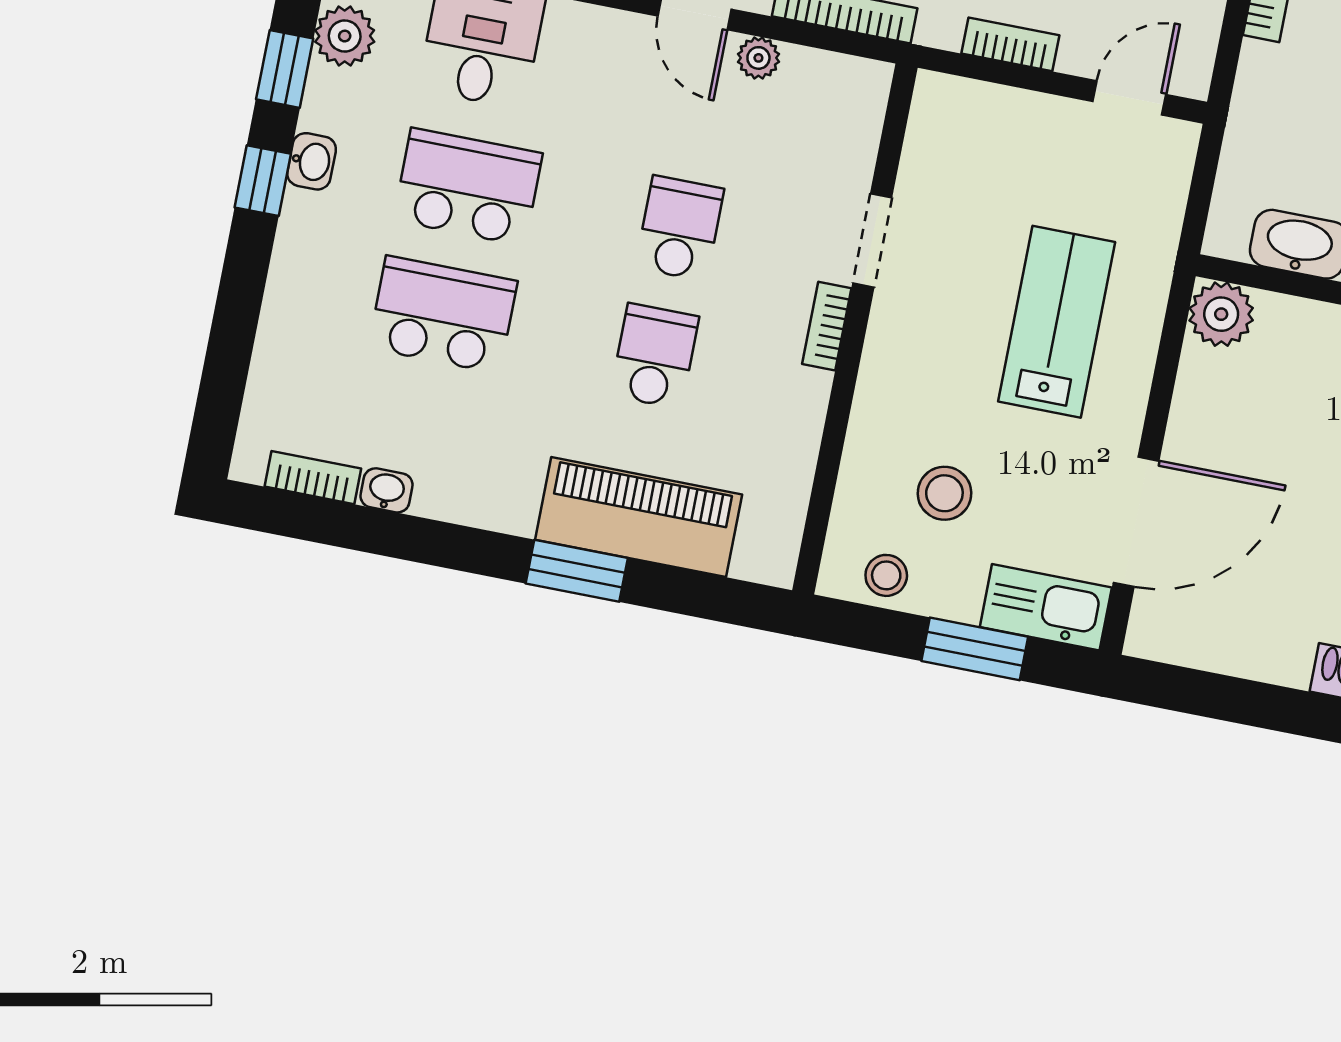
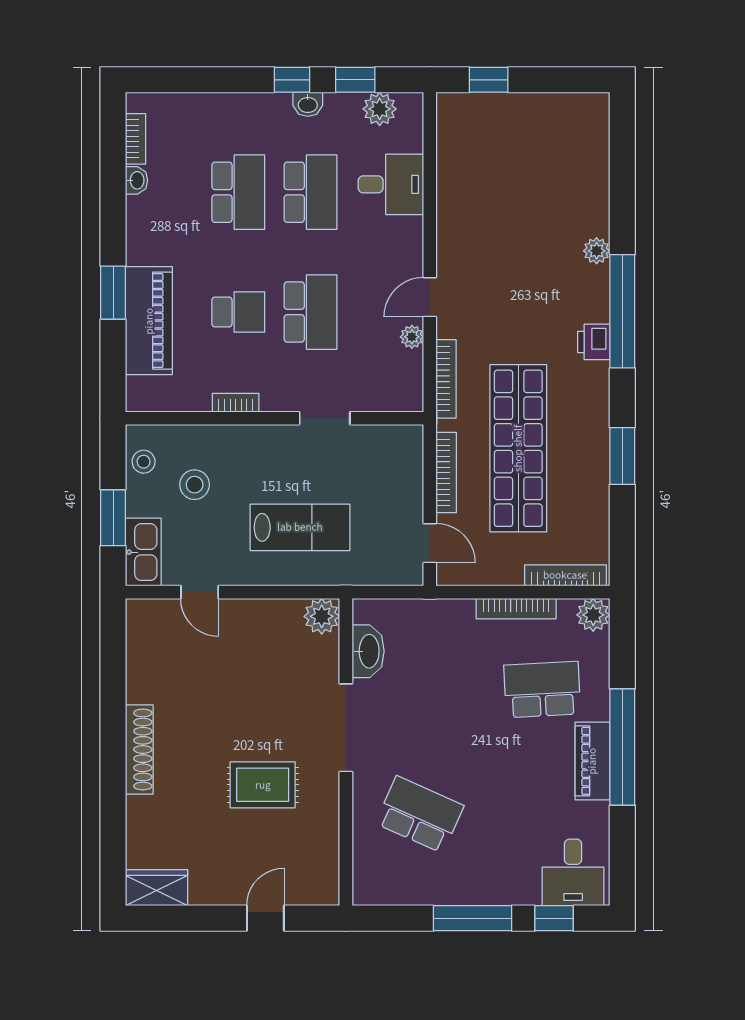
bookcase: (1010, 44) -> (446, 473), width x1.56
school desk: (680, 228) -> (311, 312), width x1.85
bookcase: (827, 326) -> (236, 403), moved
door: (1136, 522) -> (200, 592), width x0.53

